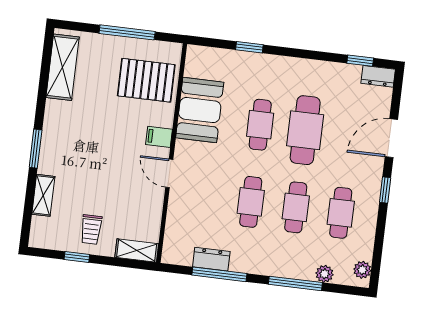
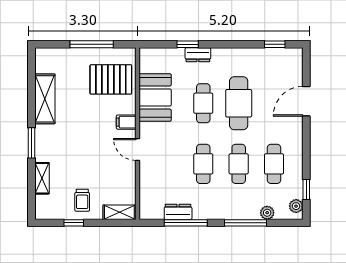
shelving: (63, 67) -> (45, 99), moved
dresser: (378, 76) -> (198, 55), moved
window: (385, 190) -> (306, 190), moved

